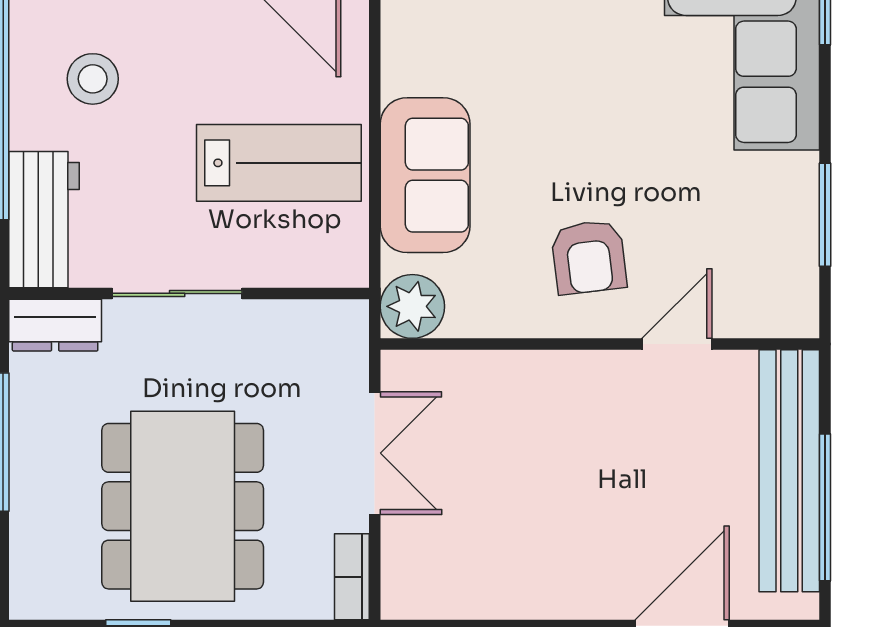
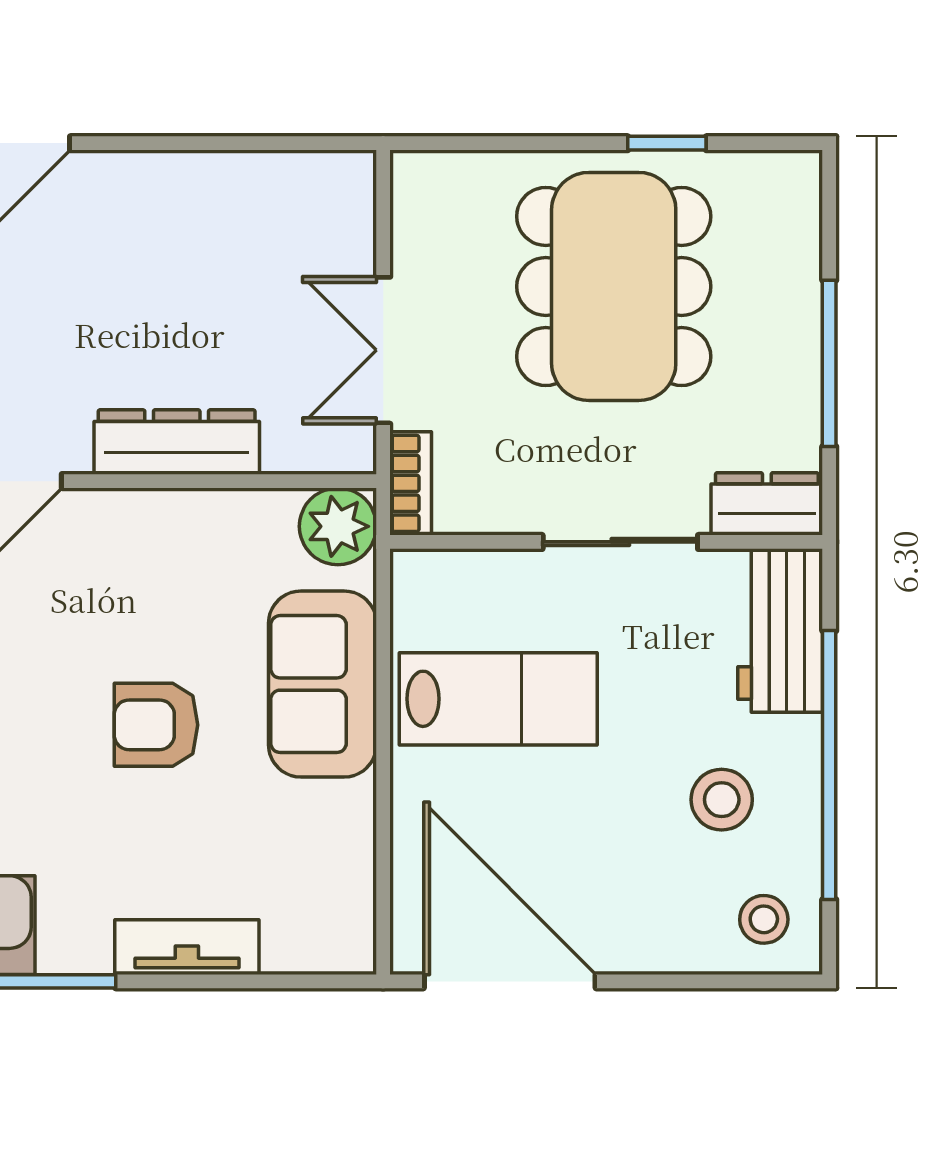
lab bench: (279, 163) -> (498, 699), turned 180
armchair: (589, 257) -> (156, 725), moved, turned -83
dresser: (547, 377) -> (177, 442), added
bookcase: (352, 577) -> (411, 483), moved

